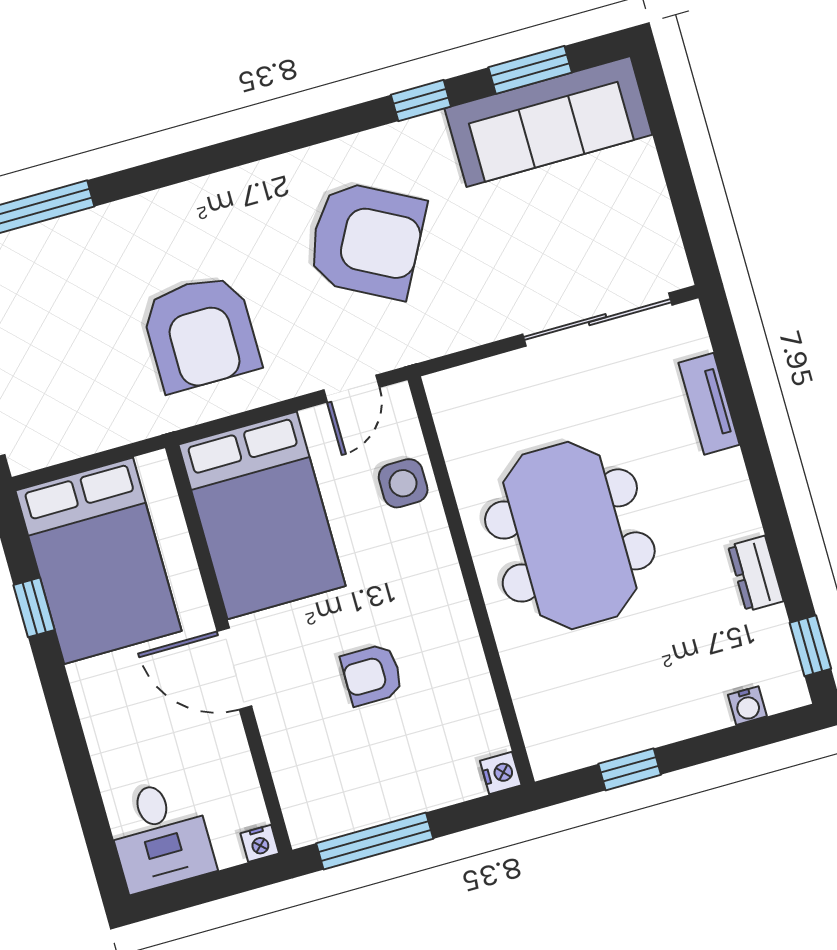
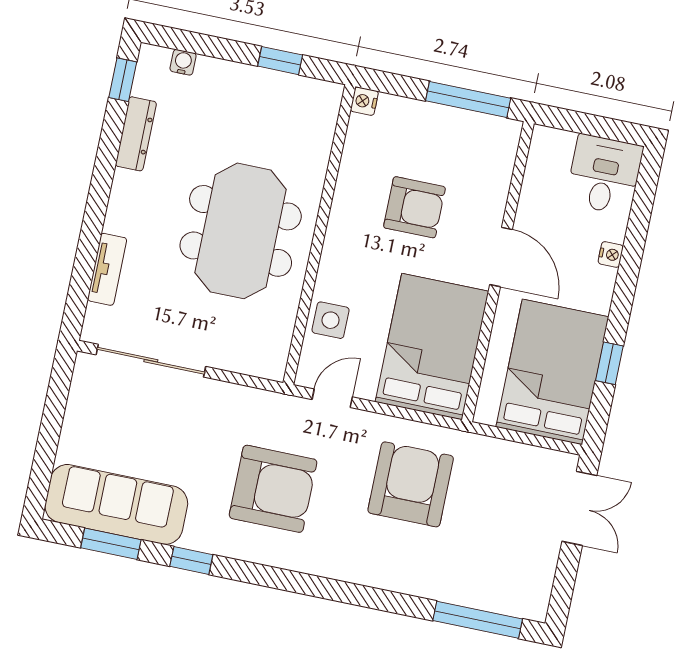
armchair: (366, 240) -> (273, 489), turned 152
dresser: (756, 573) -> (136, 134), width x1.44
armchair: (372, 675) -> (414, 207), width x1.38, depth x1.38
nightstand: (260, 843) -> (611, 254), moved, turned 90

